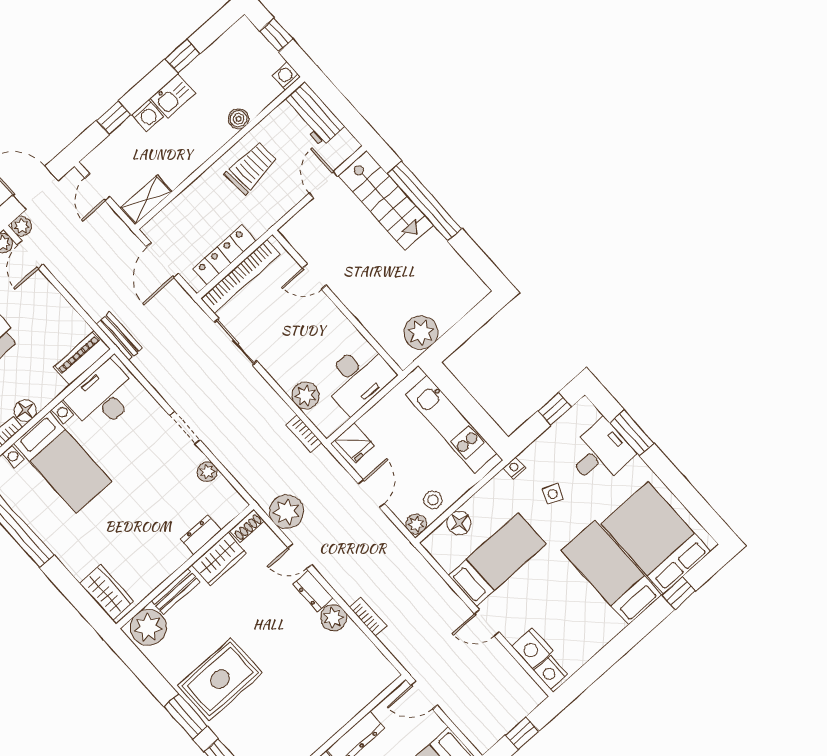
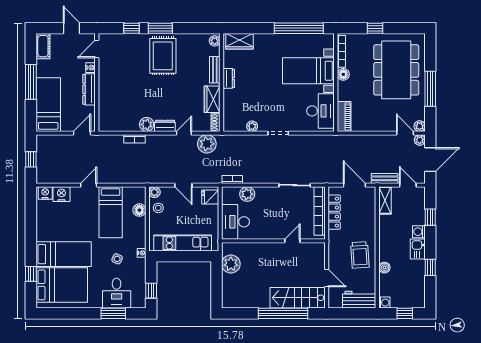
bench: (119, 336) -> (385, 178), moved
dresser: (201, 535) -> (229, 78), moved
plant: (148, 627) -> (215, 41), width x0.53, depth x0.53

